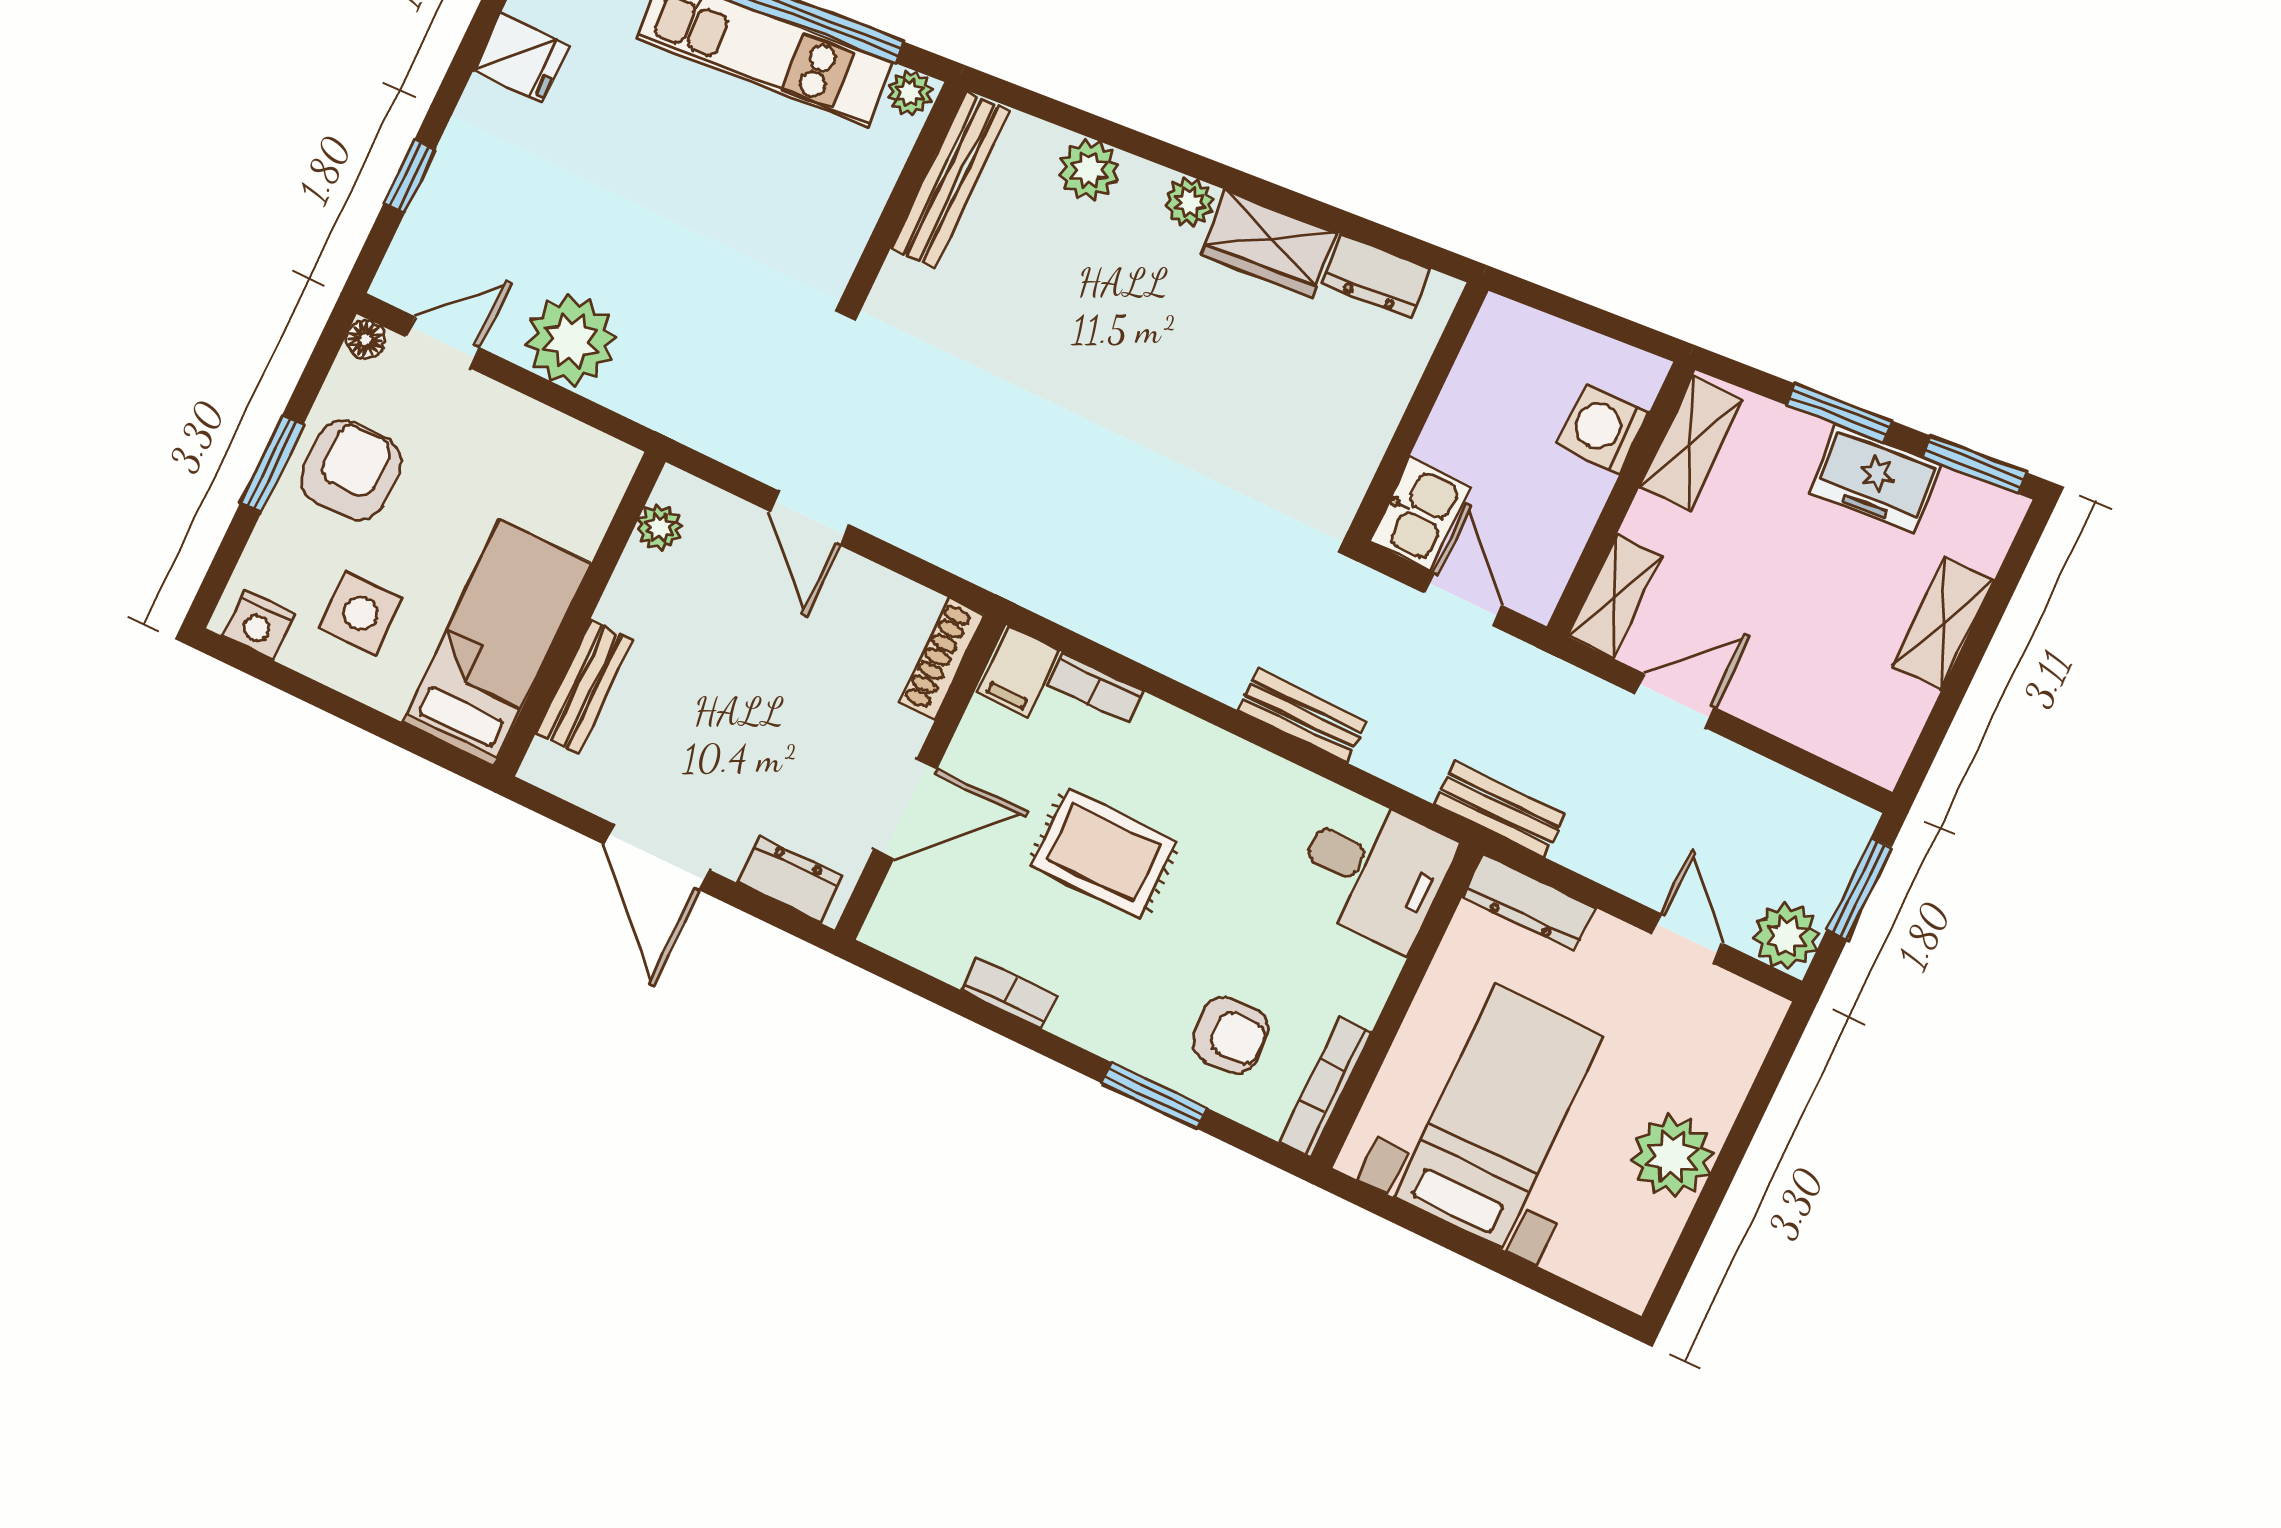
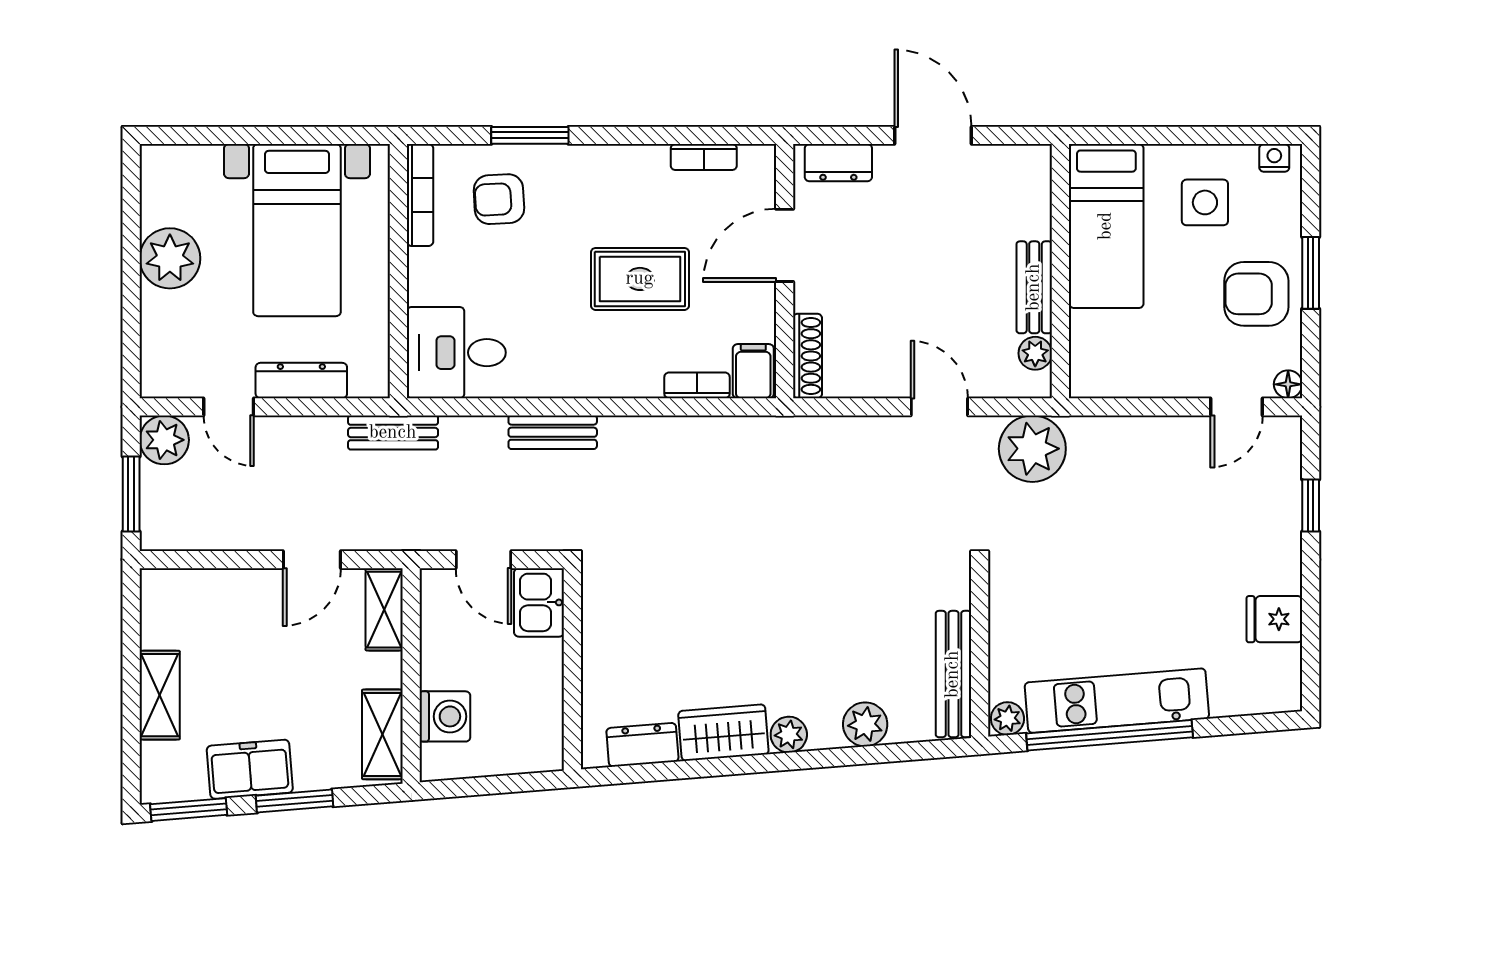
plant: (571, 340) -> (1032, 449), moved
armchair: (351, 470) -> (1256, 294), turned 90
nightstand: (259, 625) -> (1274, 158), width x0.72, depth x0.74
bench: (585, 687) -> (1034, 287), moved
dresser: (1529, 903) -> (301, 381), moved
bookcase: (1009, 993) -> (704, 157), moved

